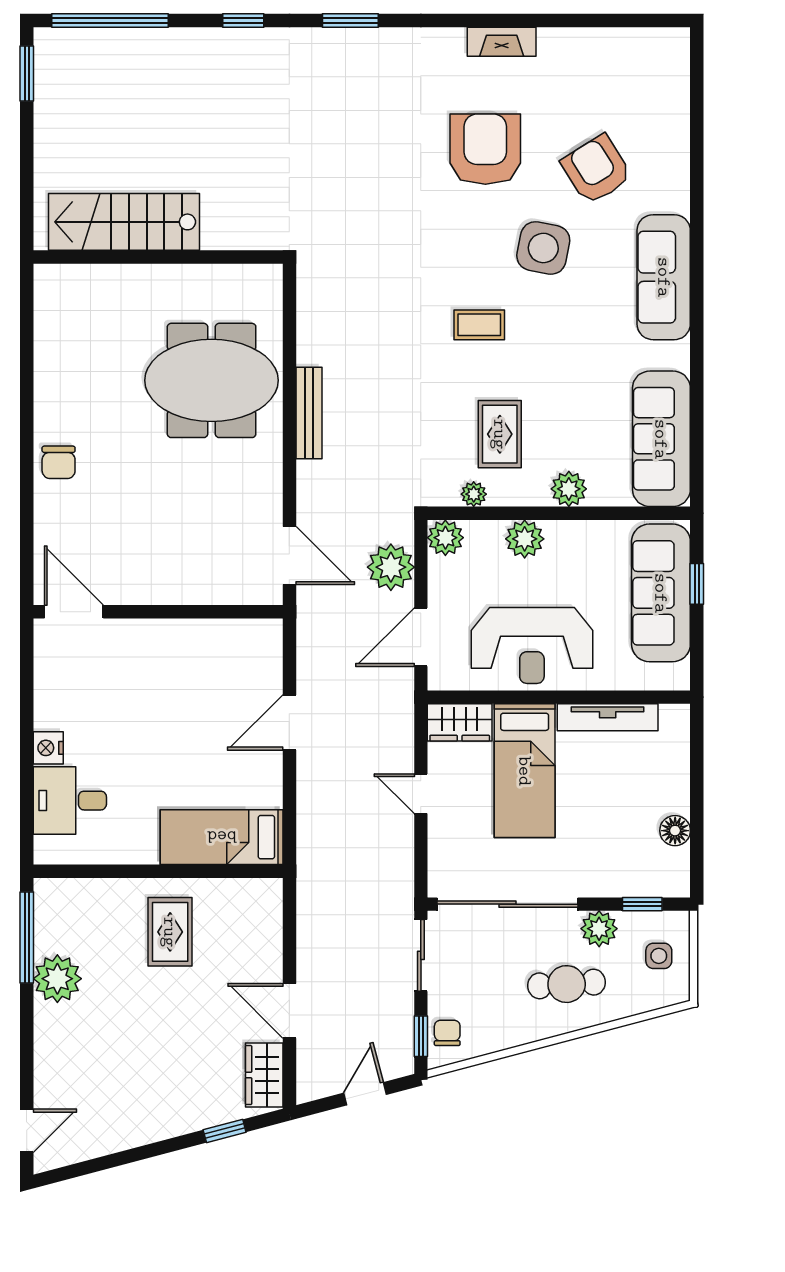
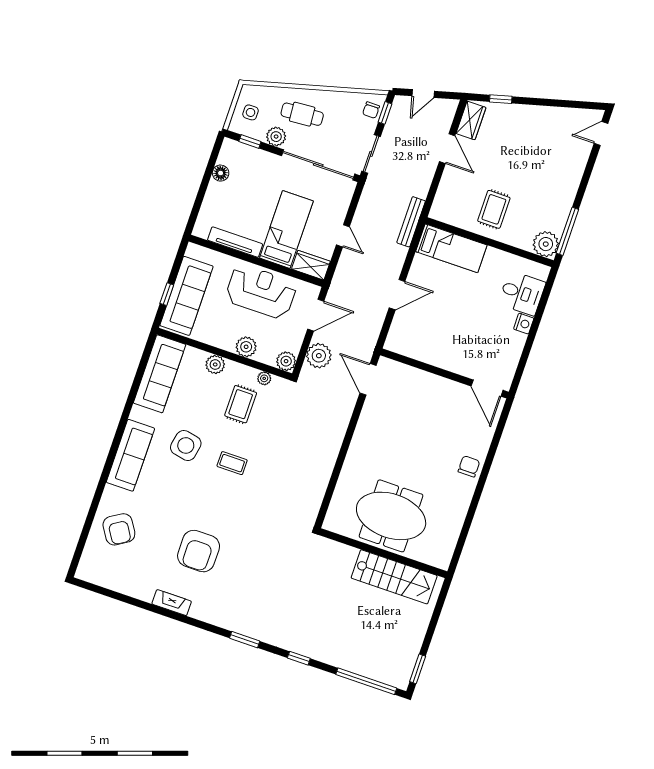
armchair: (597, 170) -> (119, 529), moved
side table: (543, 248) -> (186, 445), moved
meeting table: (212, 380) -> (391, 516), moved
bench: (309, 413) -> (411, 222), moved
plant: (57, 979) -> (546, 244), moved

